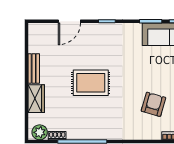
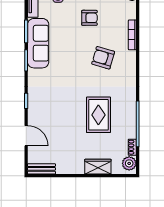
bench: (34, 69) -> (41, 169), moved
rug: (91, 83) -> (98, 115), moved

